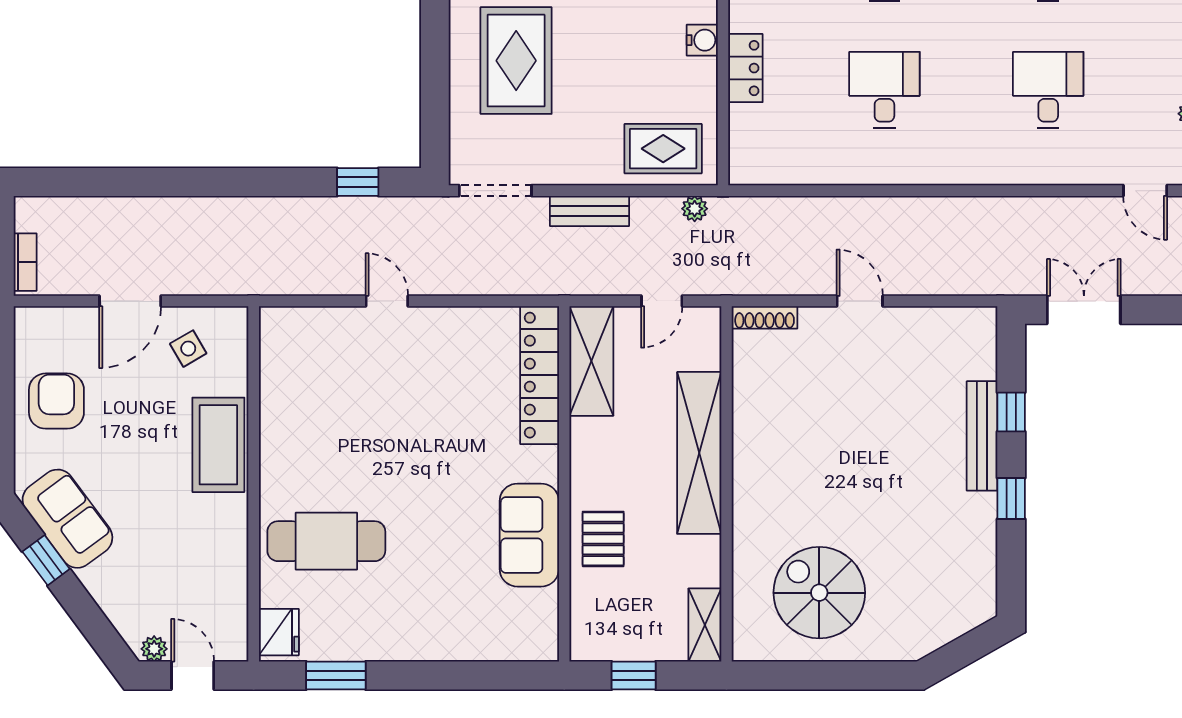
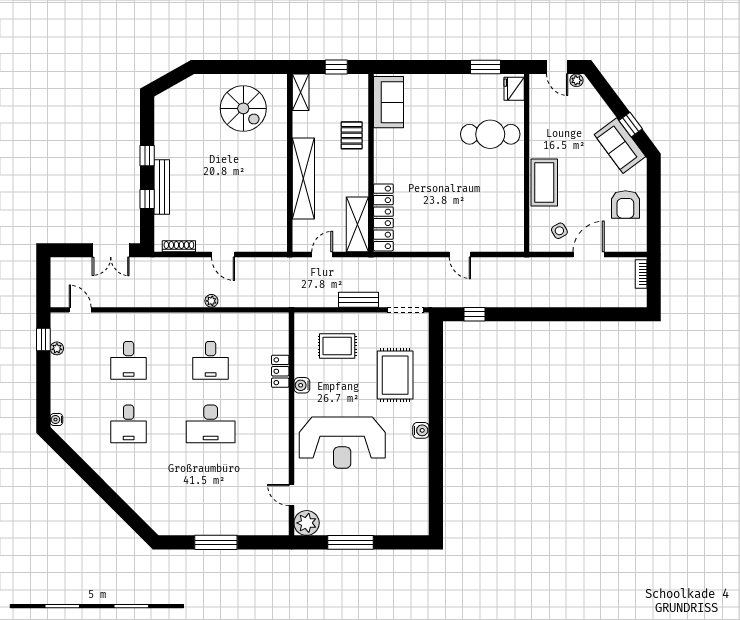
rug: (663, 149) -> (337, 346), moved
plant: (695, 209) -> (211, 301), moved
shoe rack: (765, 317) -> (179, 246), moved
sofa: (529, 535) -> (389, 102), moved

